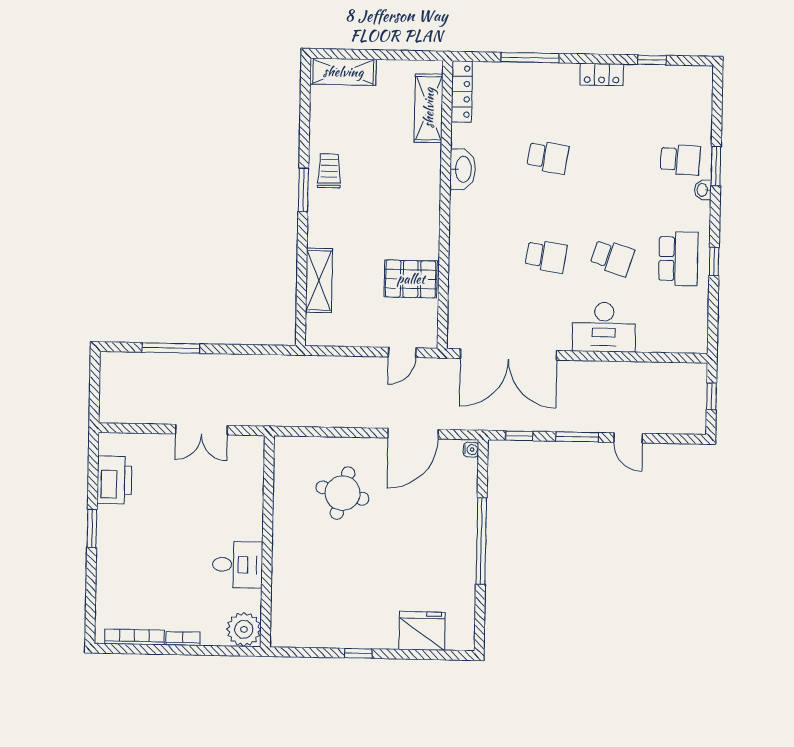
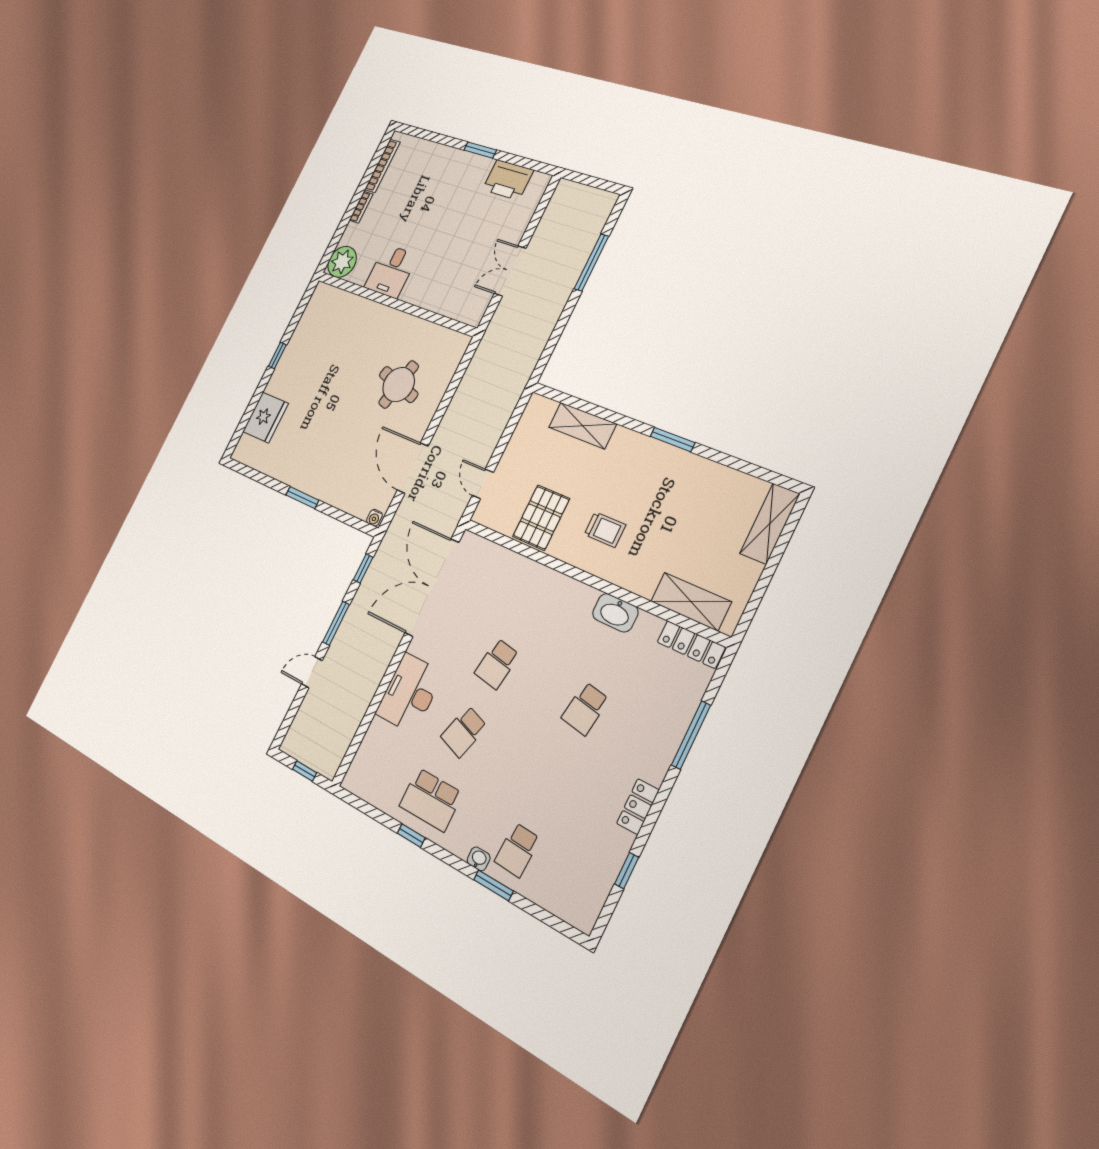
trolley: (329, 171) -> (605, 530), moved
window: (481, 541) -> (302, 498), width x0.47

